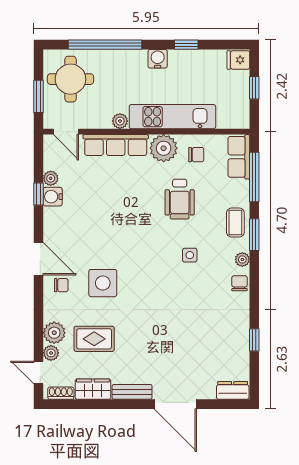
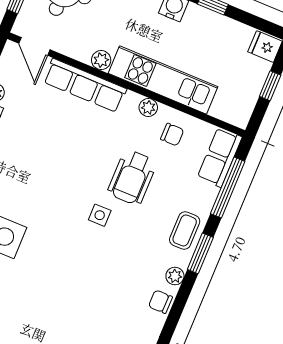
plant: (164, 148) -> (148, 107), width x0.53, depth x0.53
side table: (190, 255) -> (100, 215), moved
chair: (240, 283) -> (160, 302), turned -90

